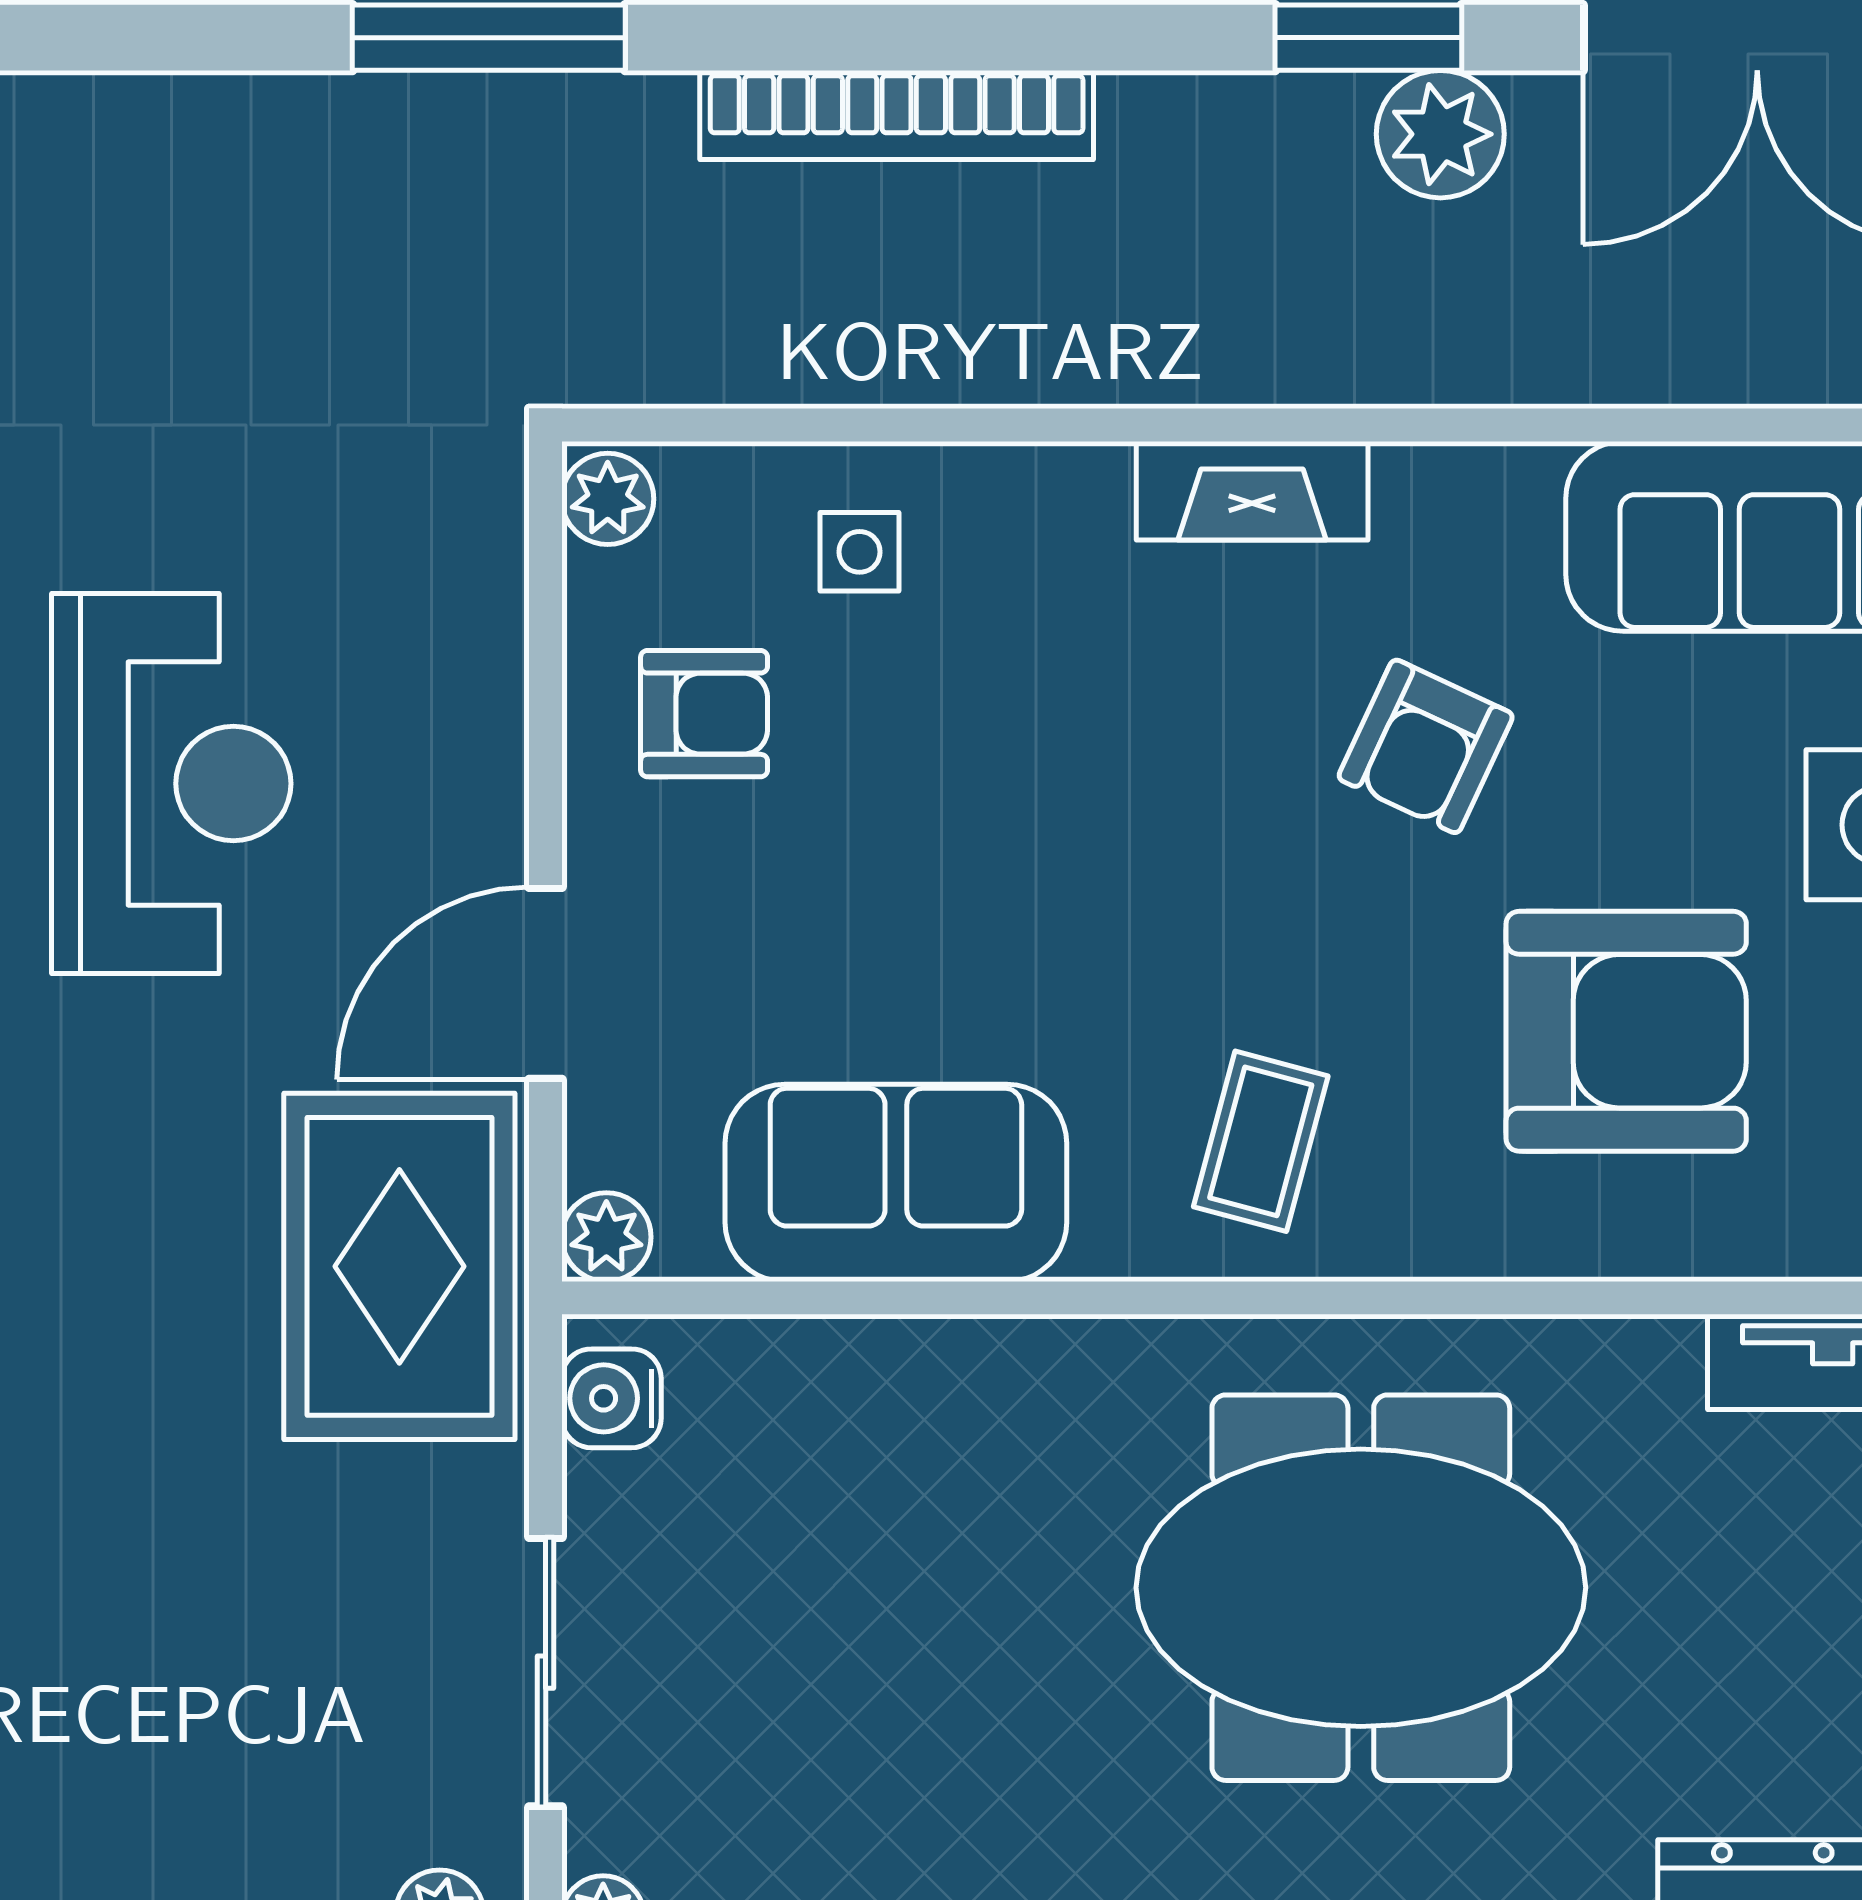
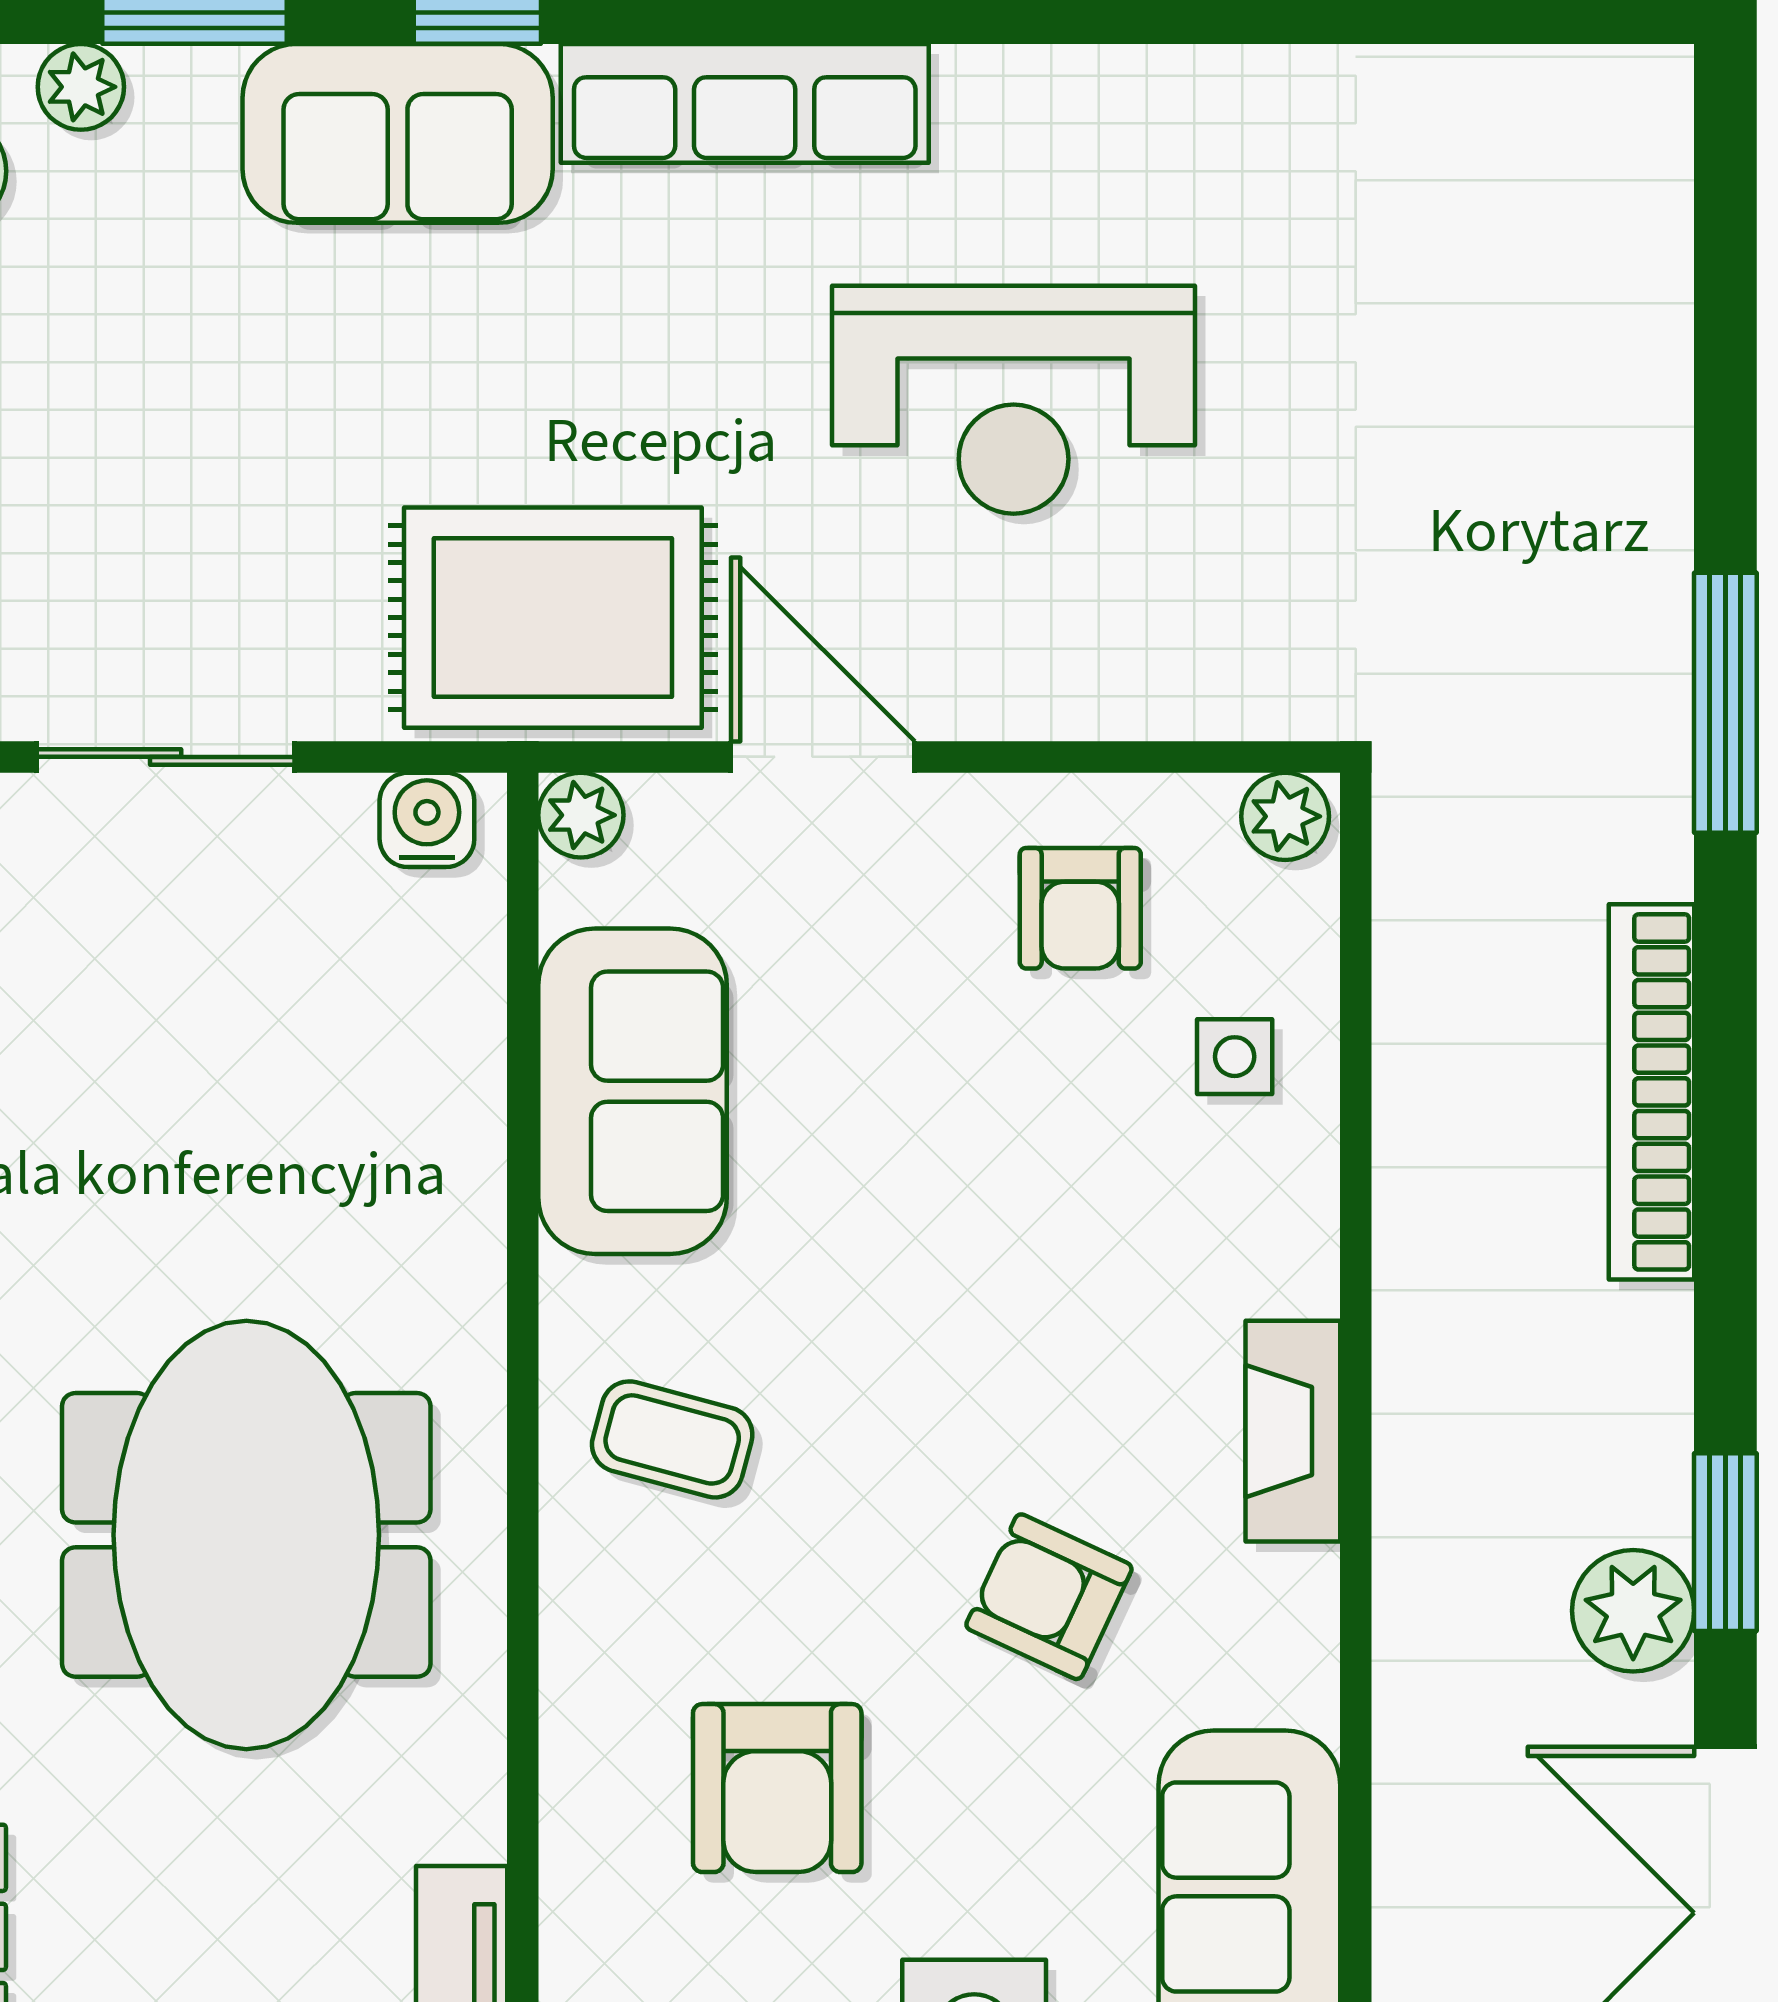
armchair: (1626, 1031) -> (777, 1788), width x0.73, depth x0.73

